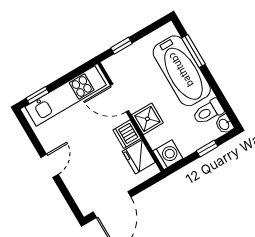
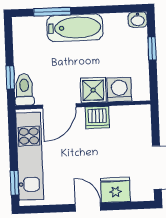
bathtub: (182, 71) -> (75, 28), width x0.73, depth x0.73
toilet: (208, 112) -> (24, 90), moved, turned 180
washing machine: (168, 155) -> (119, 90), moved
fridge: (139, 157) -> (116, 190), moved, turned 180

